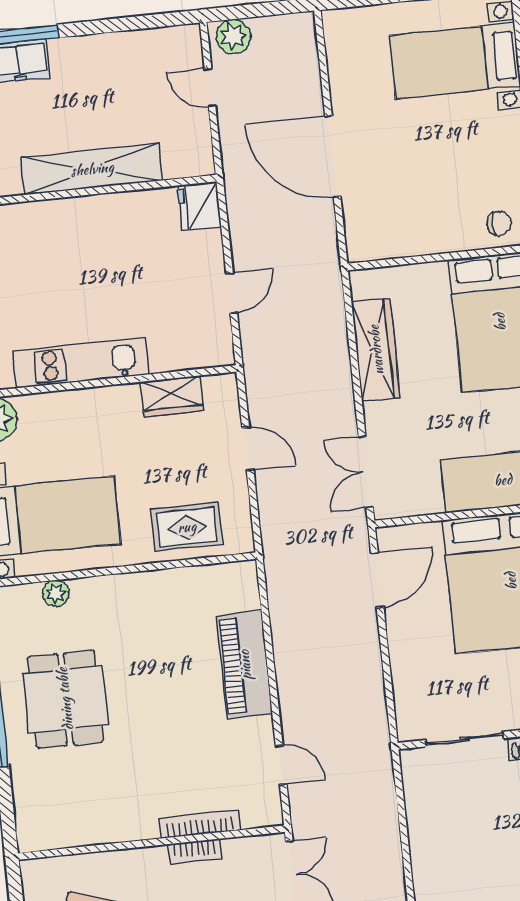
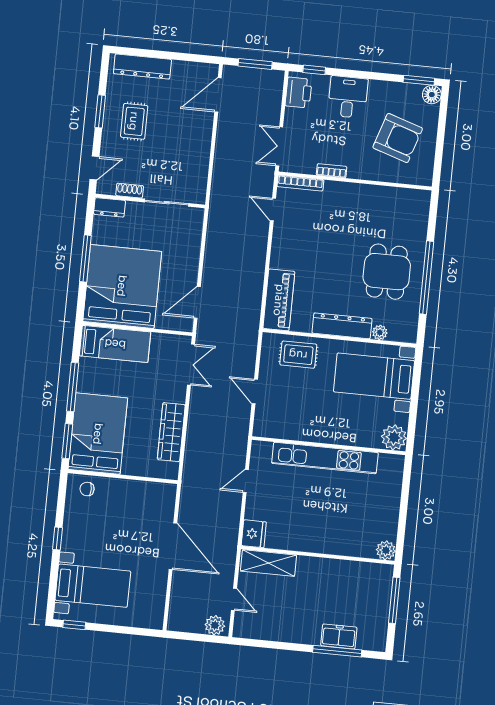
shelving: (92, 169) -> (268, 563), moved, width x0.68
kitchen unit: (81, 363) -> (325, 458), width x1.36
wardrobe: (172, 396) -> (291, 430), removed
dresser: (122, 591) -> (342, 326), added
piano: (245, 665) -> (279, 300), moved
bookcase: (200, 824) -> (300, 183), moved

